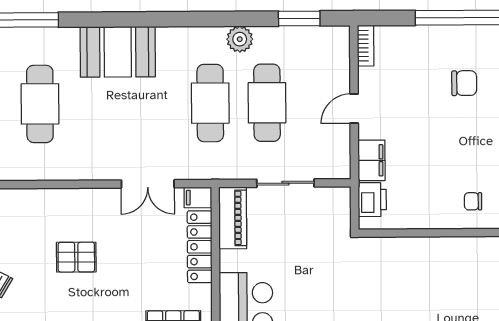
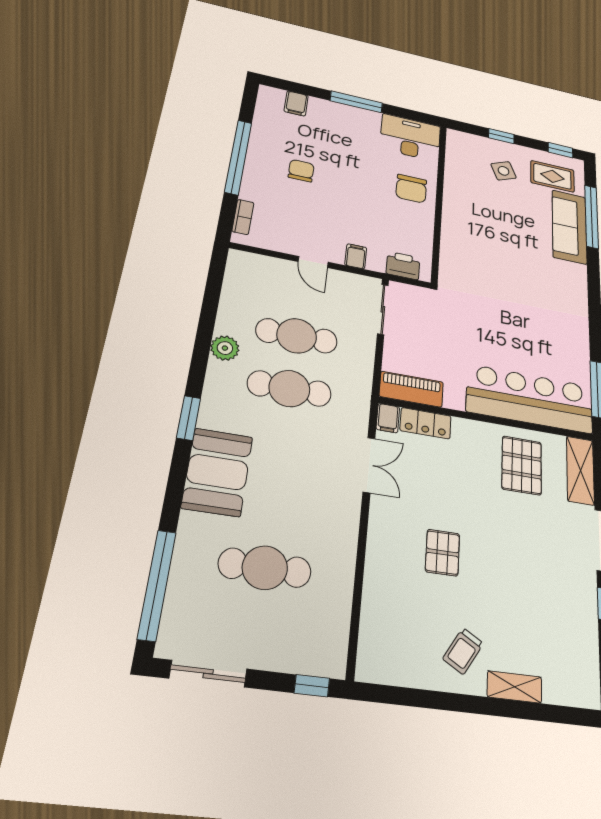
window: (299, 18) -> (189, 418), moved
bookcase: (366, 46) -> (243, 217), moved, turned 90
filing cabinet: (372, 160) -> (356, 256), width x0.50
sliding door: (285, 183) -> (383, 309), moved
chair: (473, 201) -> (411, 189), width x1.87, depth x1.87
locker: (200, 247) -> (426, 423), width x0.66

